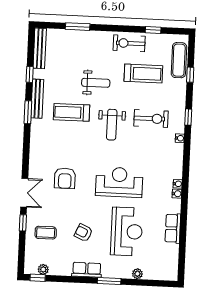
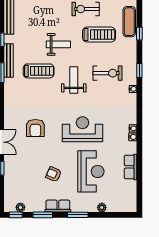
treadmill: (72, 112) -> (39, 71), turned 180
weight bench: (112, 125) -> (74, 80), turned 180
coffee table: (46, 233) -> (21, 176), removed
window: (69, 279) -> (43, 215), added

